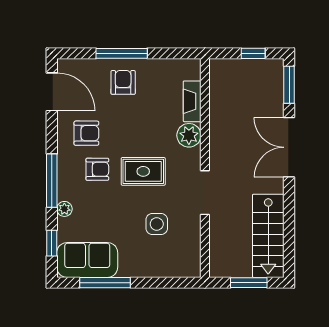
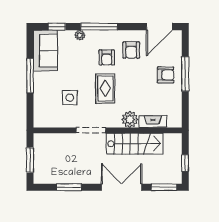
window: (289, 225) -> (69, 187), added
stairs: (268, 236) -> (135, 144), moved, turned 180
window: (105, 283) -> (30, 76), moved

